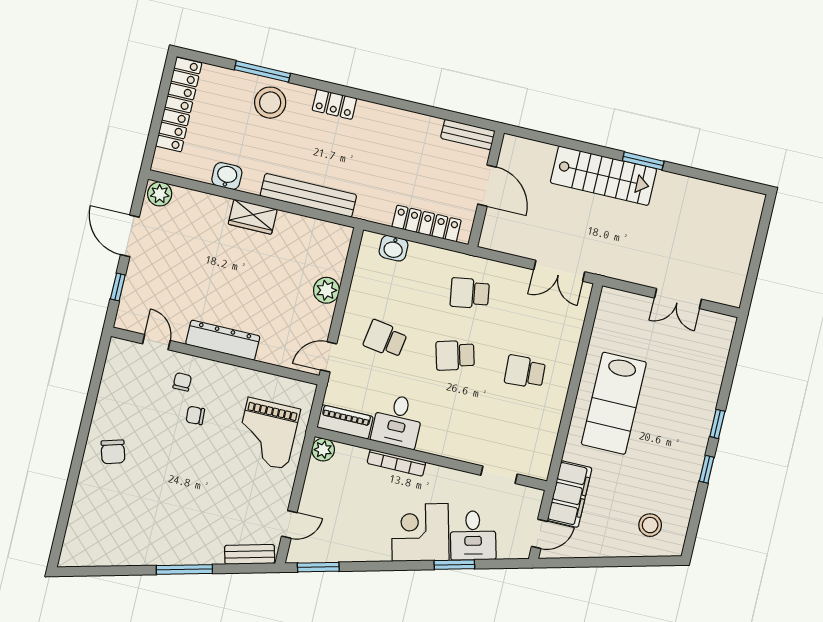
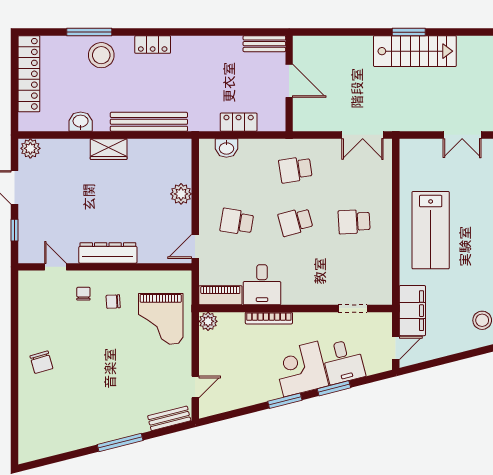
stairs: (603, 176) -> (415, 51), moved
locker: (427, 223) -> (239, 122), width x0.66
chair: (195, 415) -> (113, 302), moved
window: (318, 567) -> (285, 401), moved

